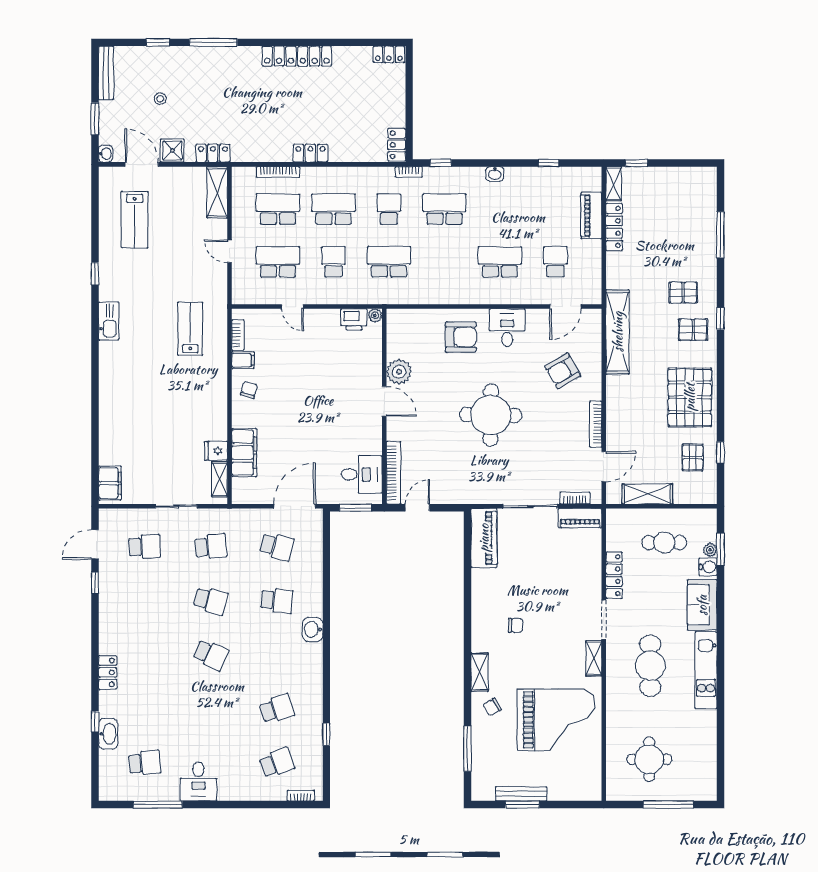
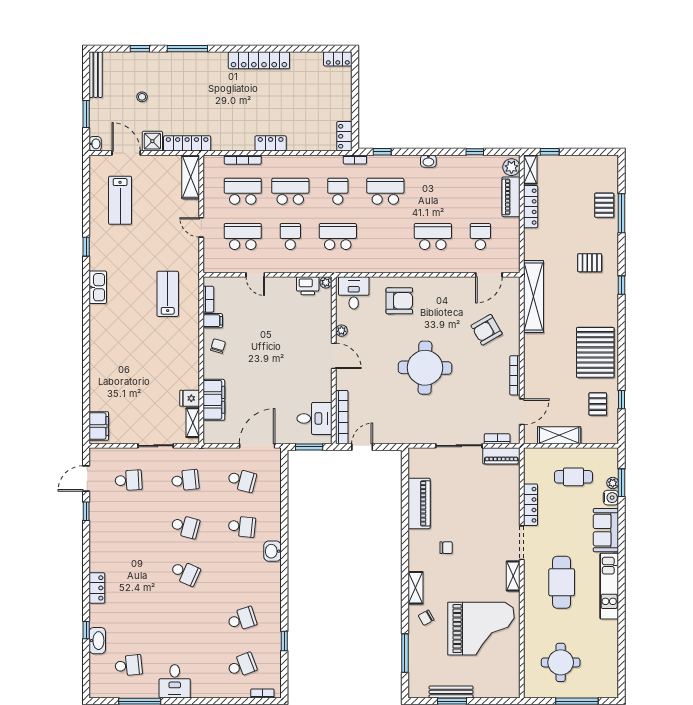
locker: (213, 153) -> (187, 143), width x1.53
plant: (592, 181) -> (511, 167), added
desk: (507, 328) -> (354, 293), moved
pallet: (693, 330) -> (604, 205), moved, turned 90
plant: (399, 372) -> (341, 331), width x0.53, depth x0.53
piano: (484, 538) -> (419, 503), moved

